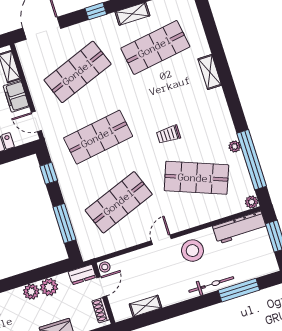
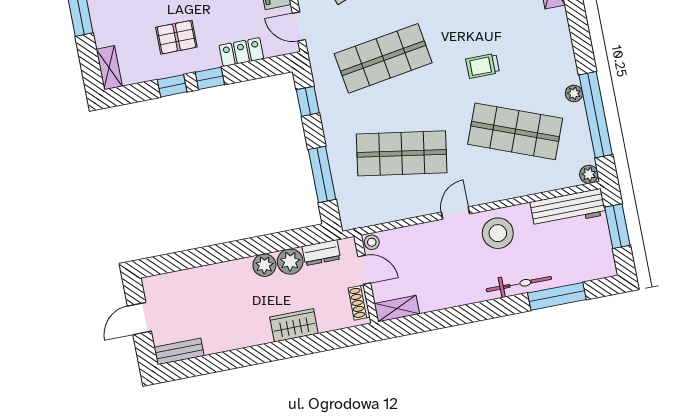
shop shelf: (119, 202) -> (402, 153), turned 30
dresser: (82, 275) -> (321, 253), moved
door: (102, 287) -> (364, 270), hinge flipped
shelving: (145, 306) -> (397, 309), moved

